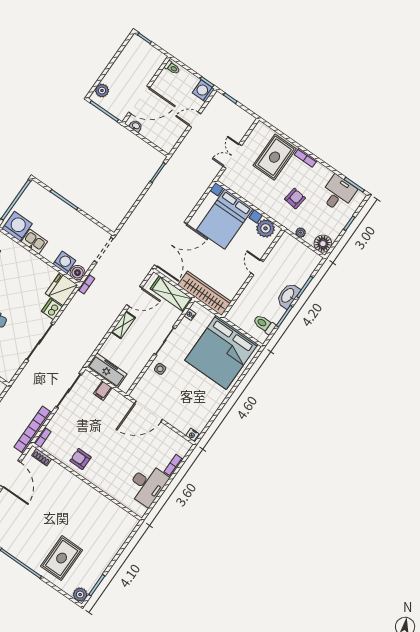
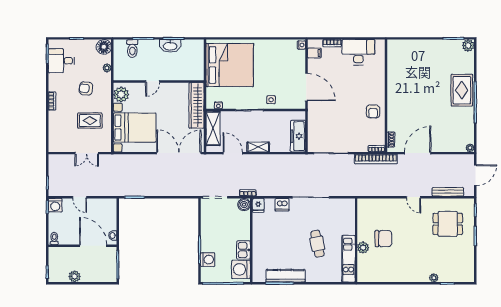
plant: (102, 90) -> (74, 276), moved
rug: (275, 157) -> (90, 121), moved, width x0.73, depth x0.70
washing machine: (64, 262) -> (208, 260), moved, turned 180
fridge: (62, 289) -> (258, 205), width x0.53, depth x0.75
washbasin: (288, 296) -> (170, 46), moved
toilet: (264, 324) -> (132, 49), moved
filing cabinet: (103, 391) -> (314, 53), moved
rug: (62, 558) -> (462, 90), moved, turned 90

